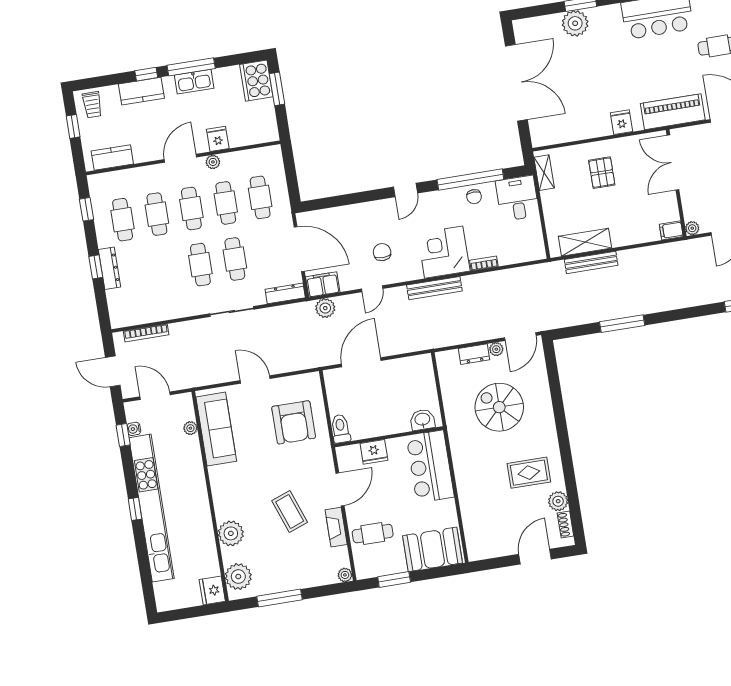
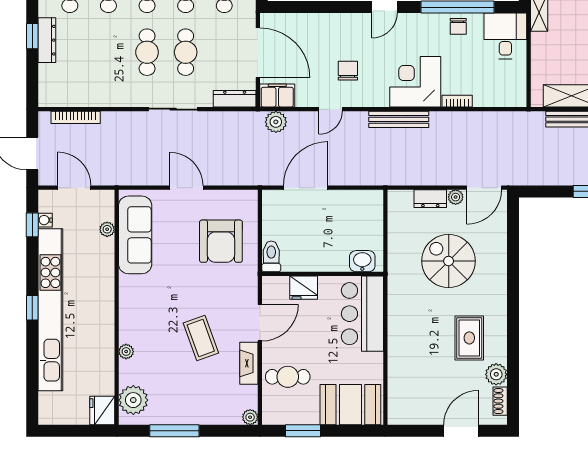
rug: (529, 473) -> (469, 338), turned 90
plant: (231, 533) -> (126, 352), width x0.53, depth x0.53

